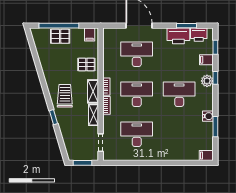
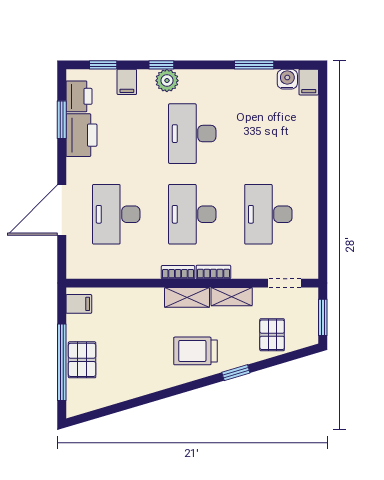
pallet: (86, 64) -> (272, 335), moved
water cooler: (208, 116) -> (287, 79), moved

